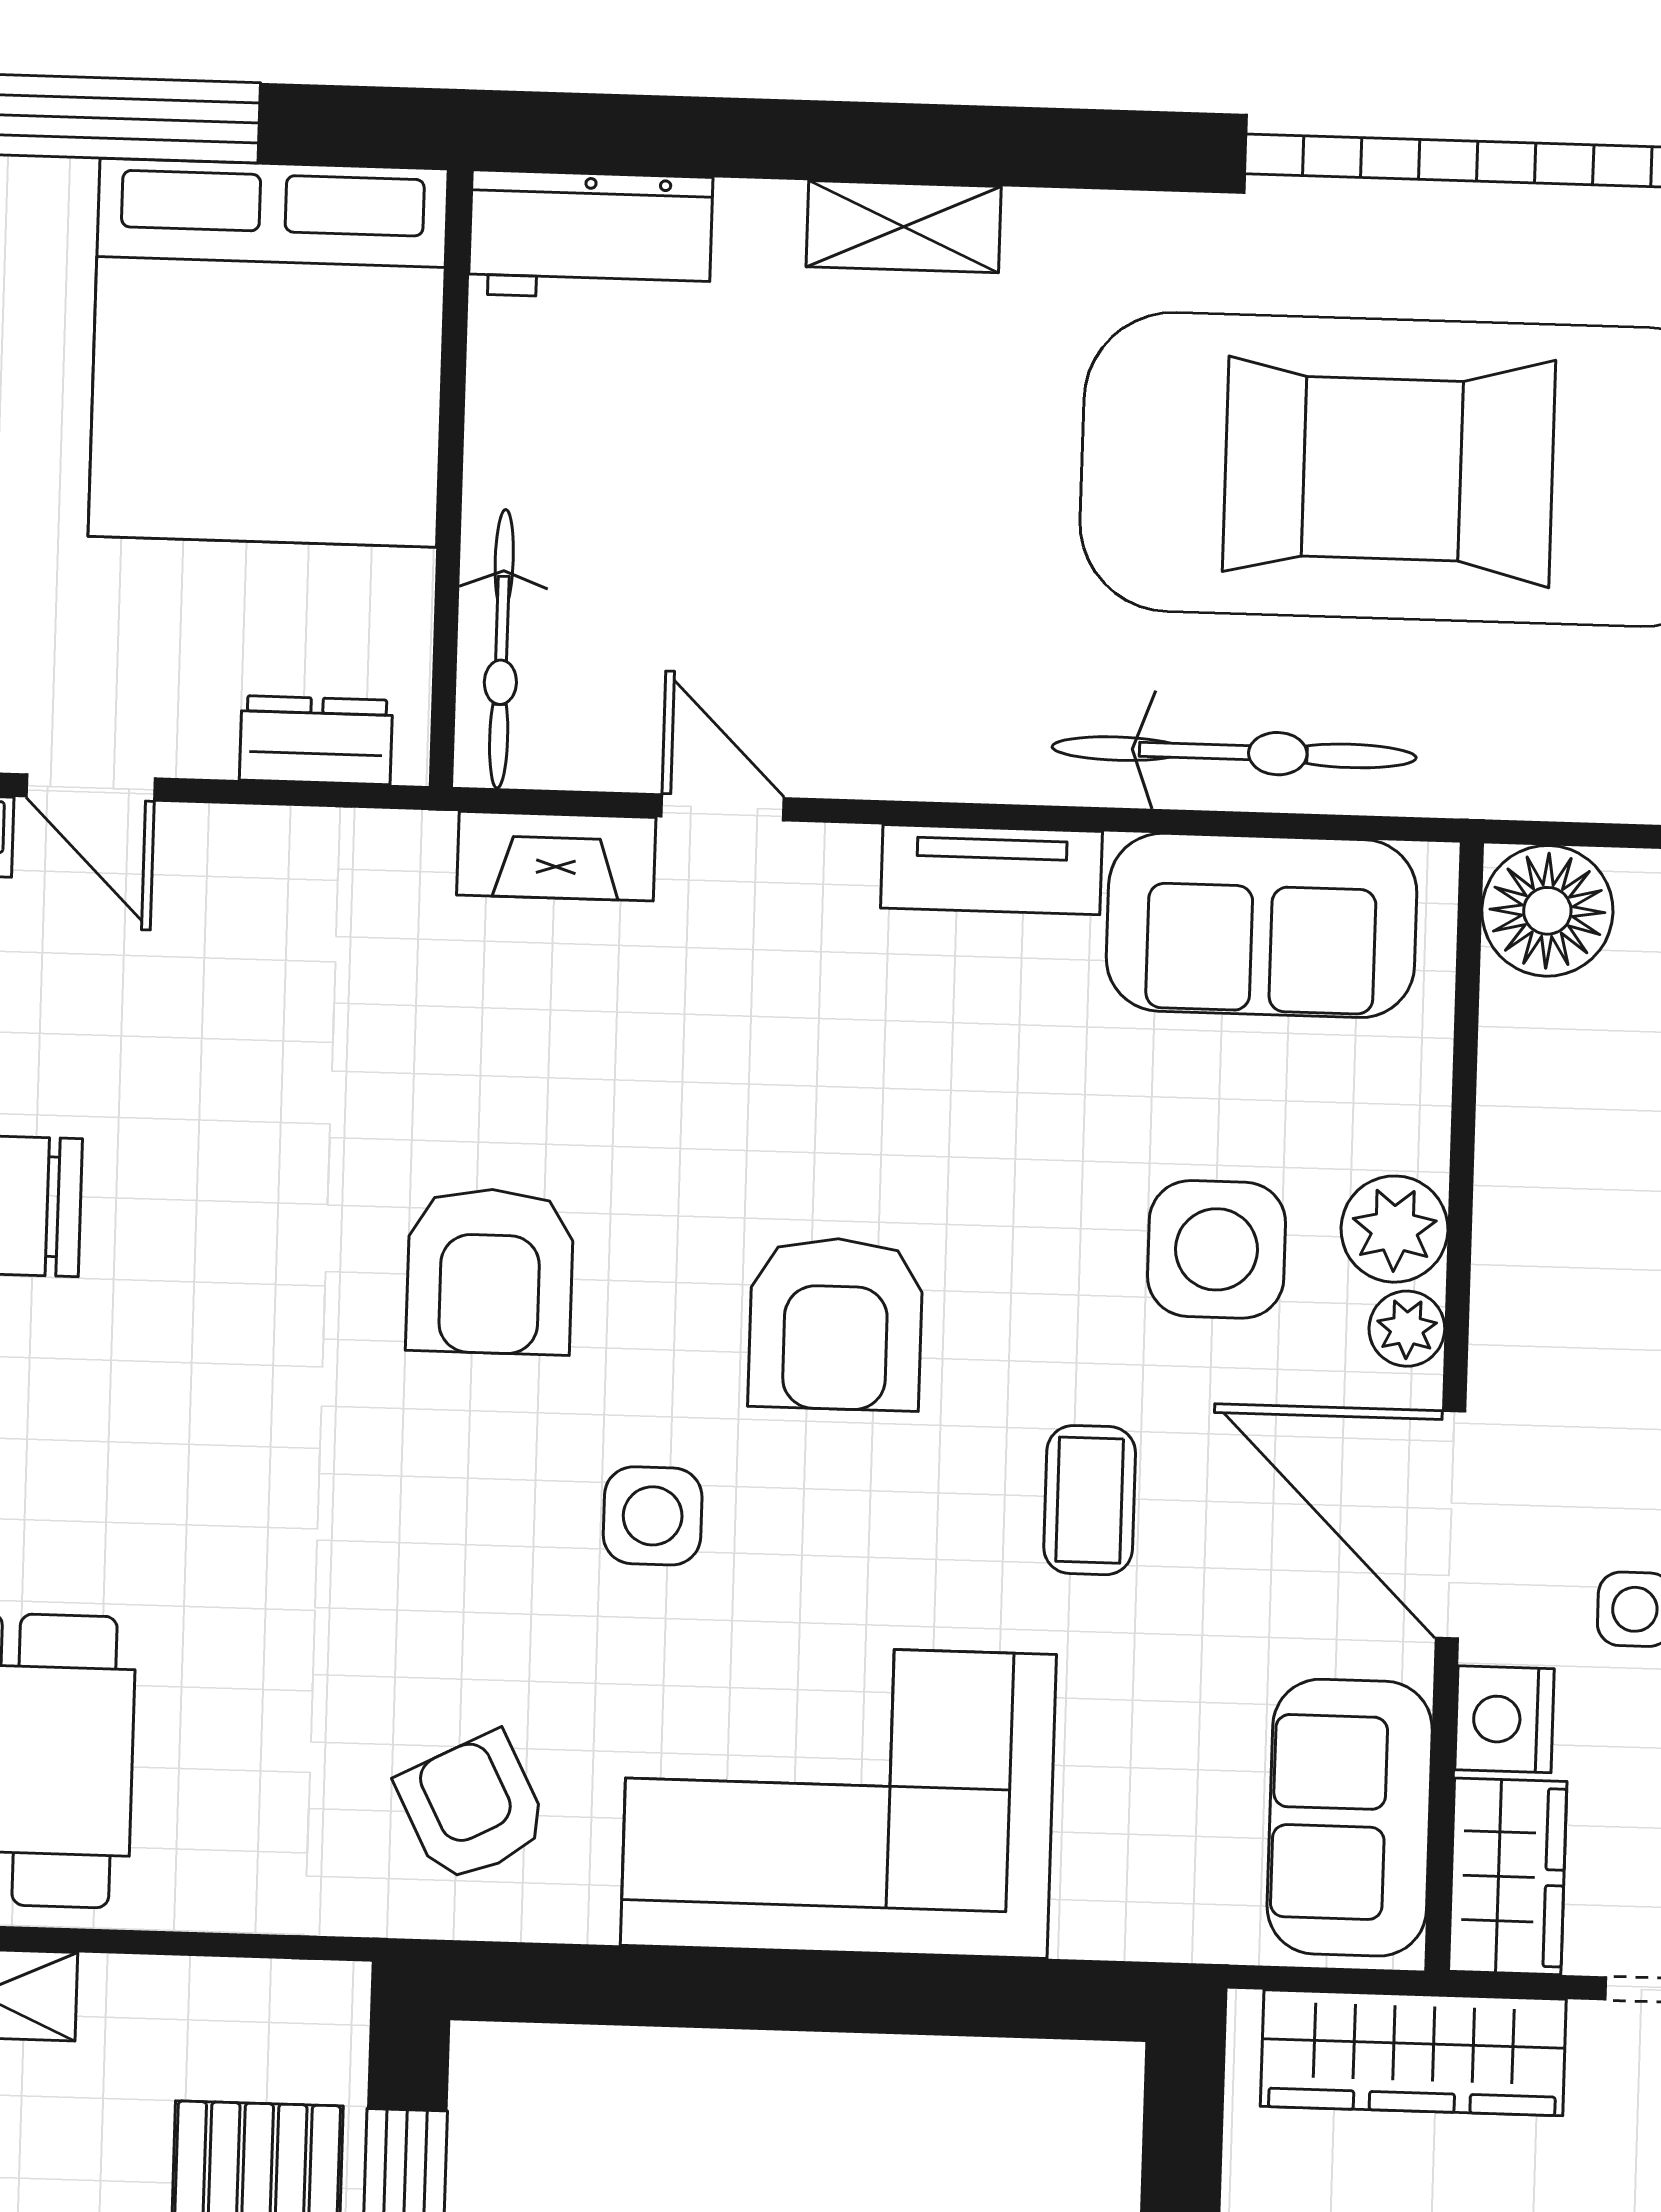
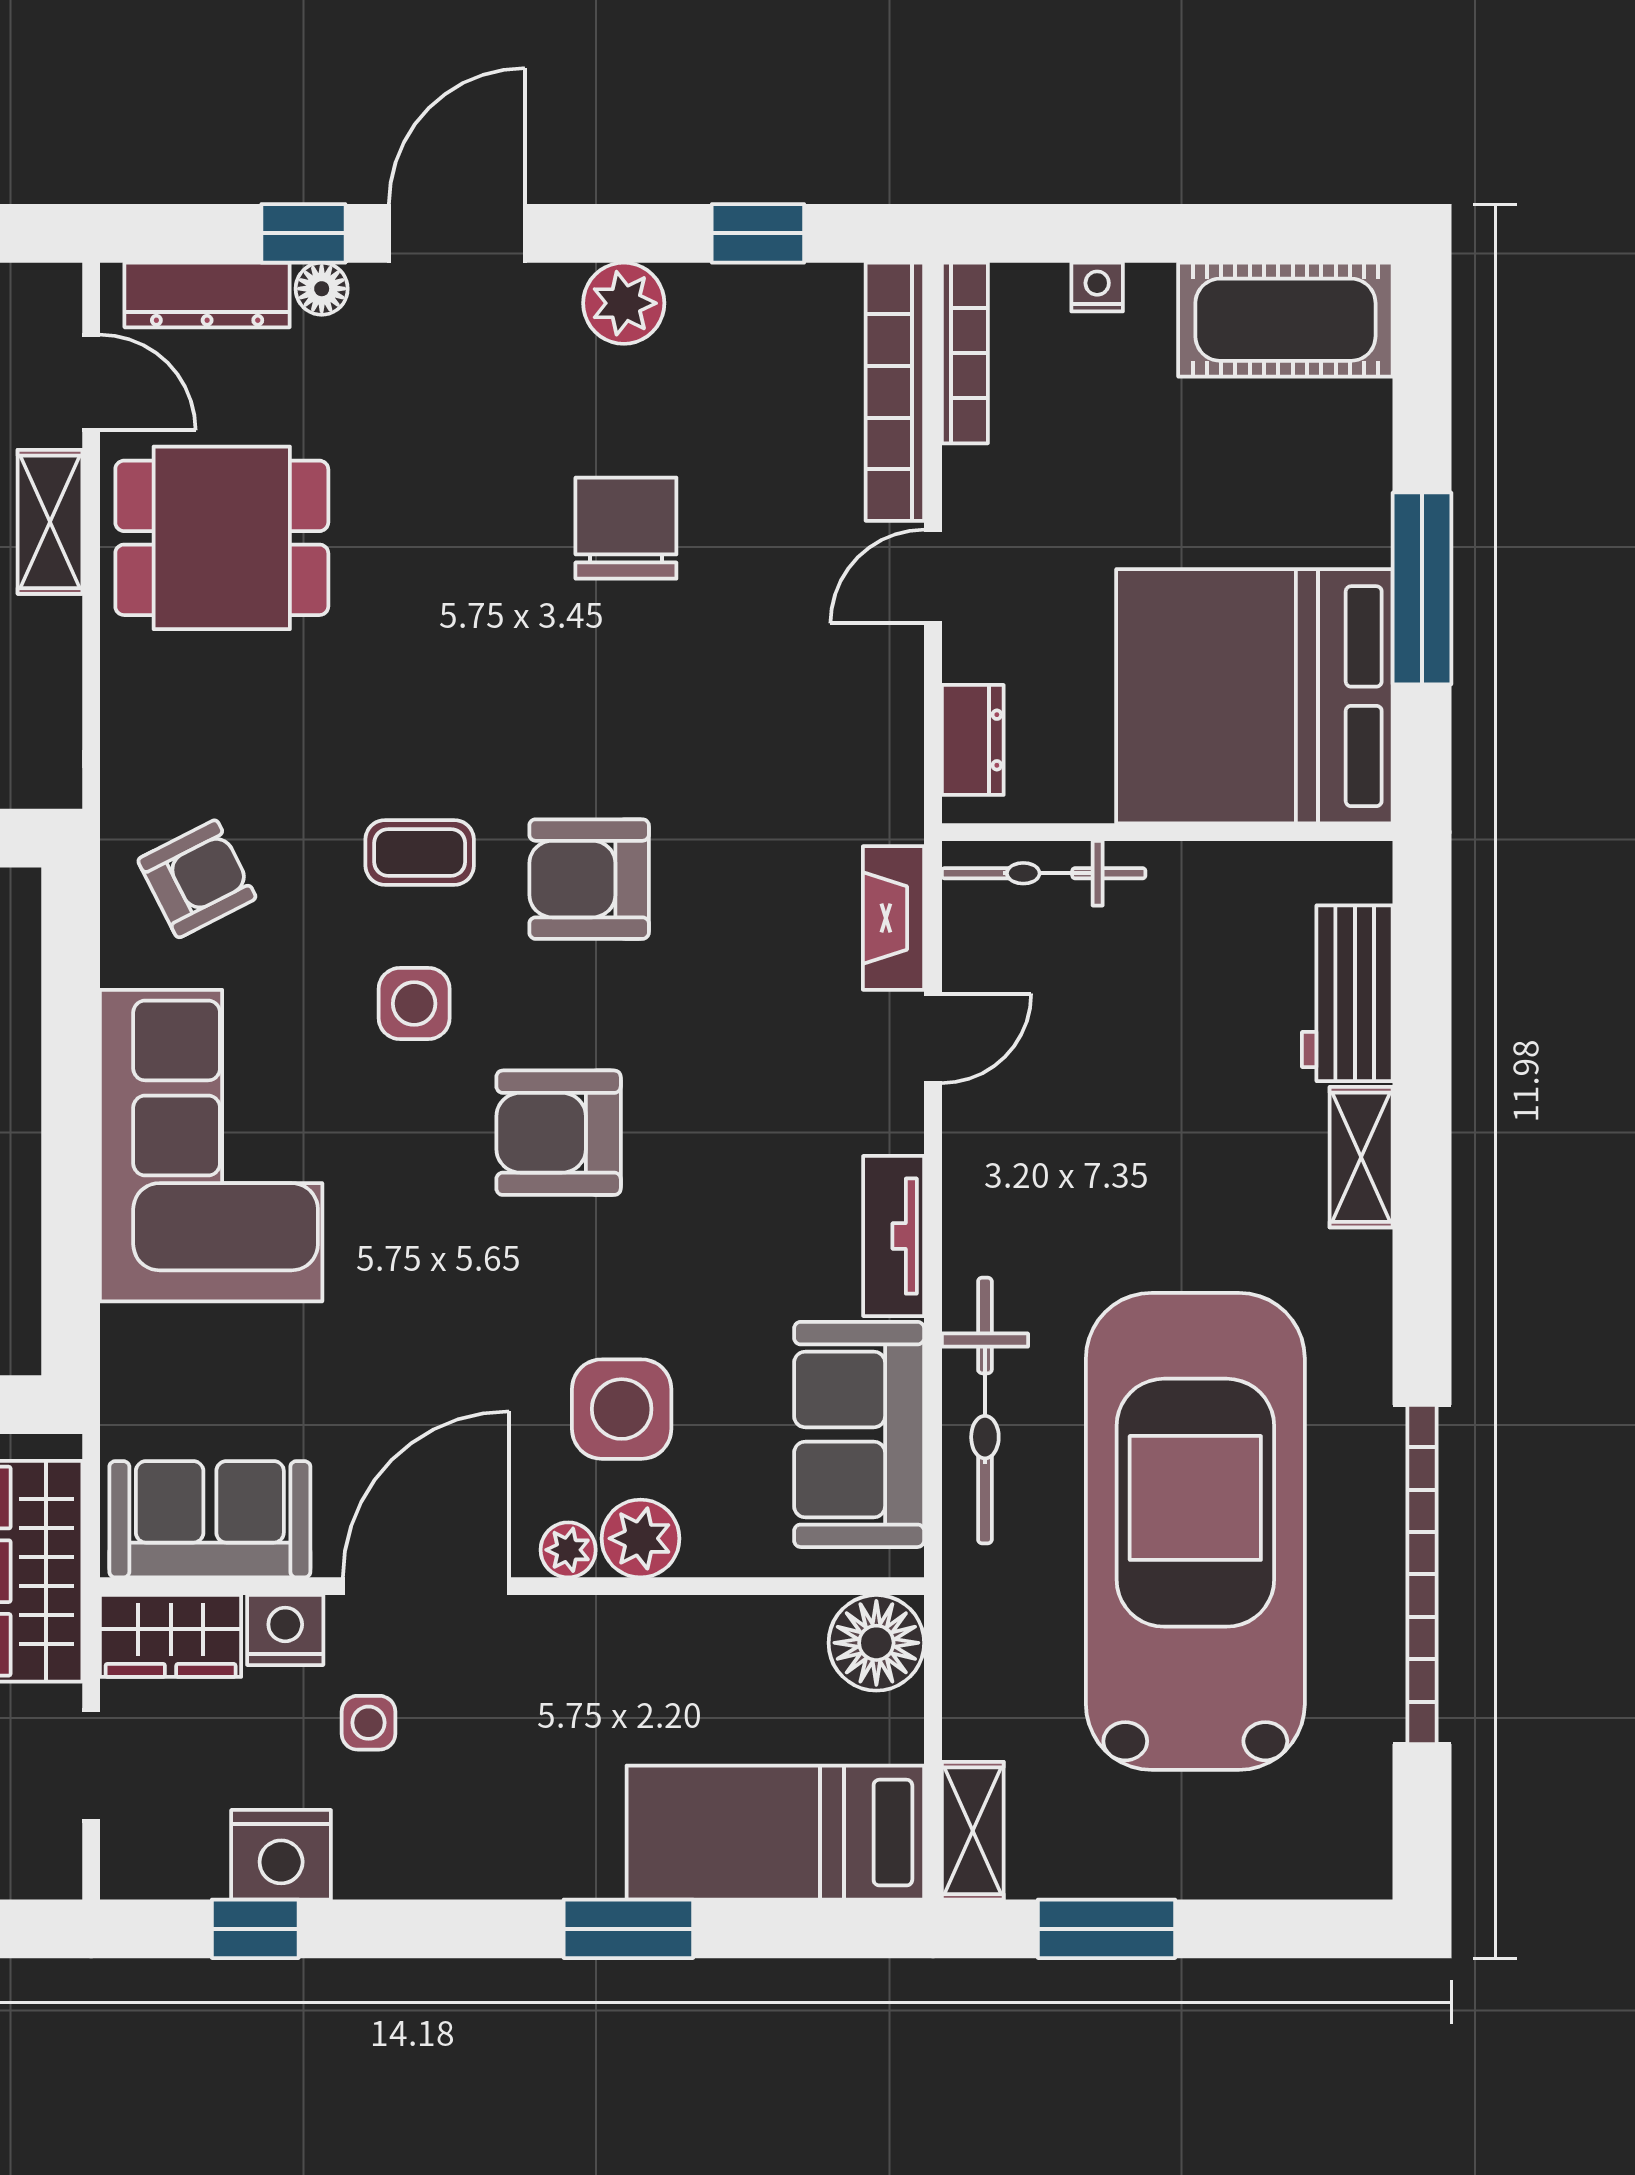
workbench: (591, 236) -> (1347, 993), moved
coffee table: (1090, 1500) -> (420, 852), moved

